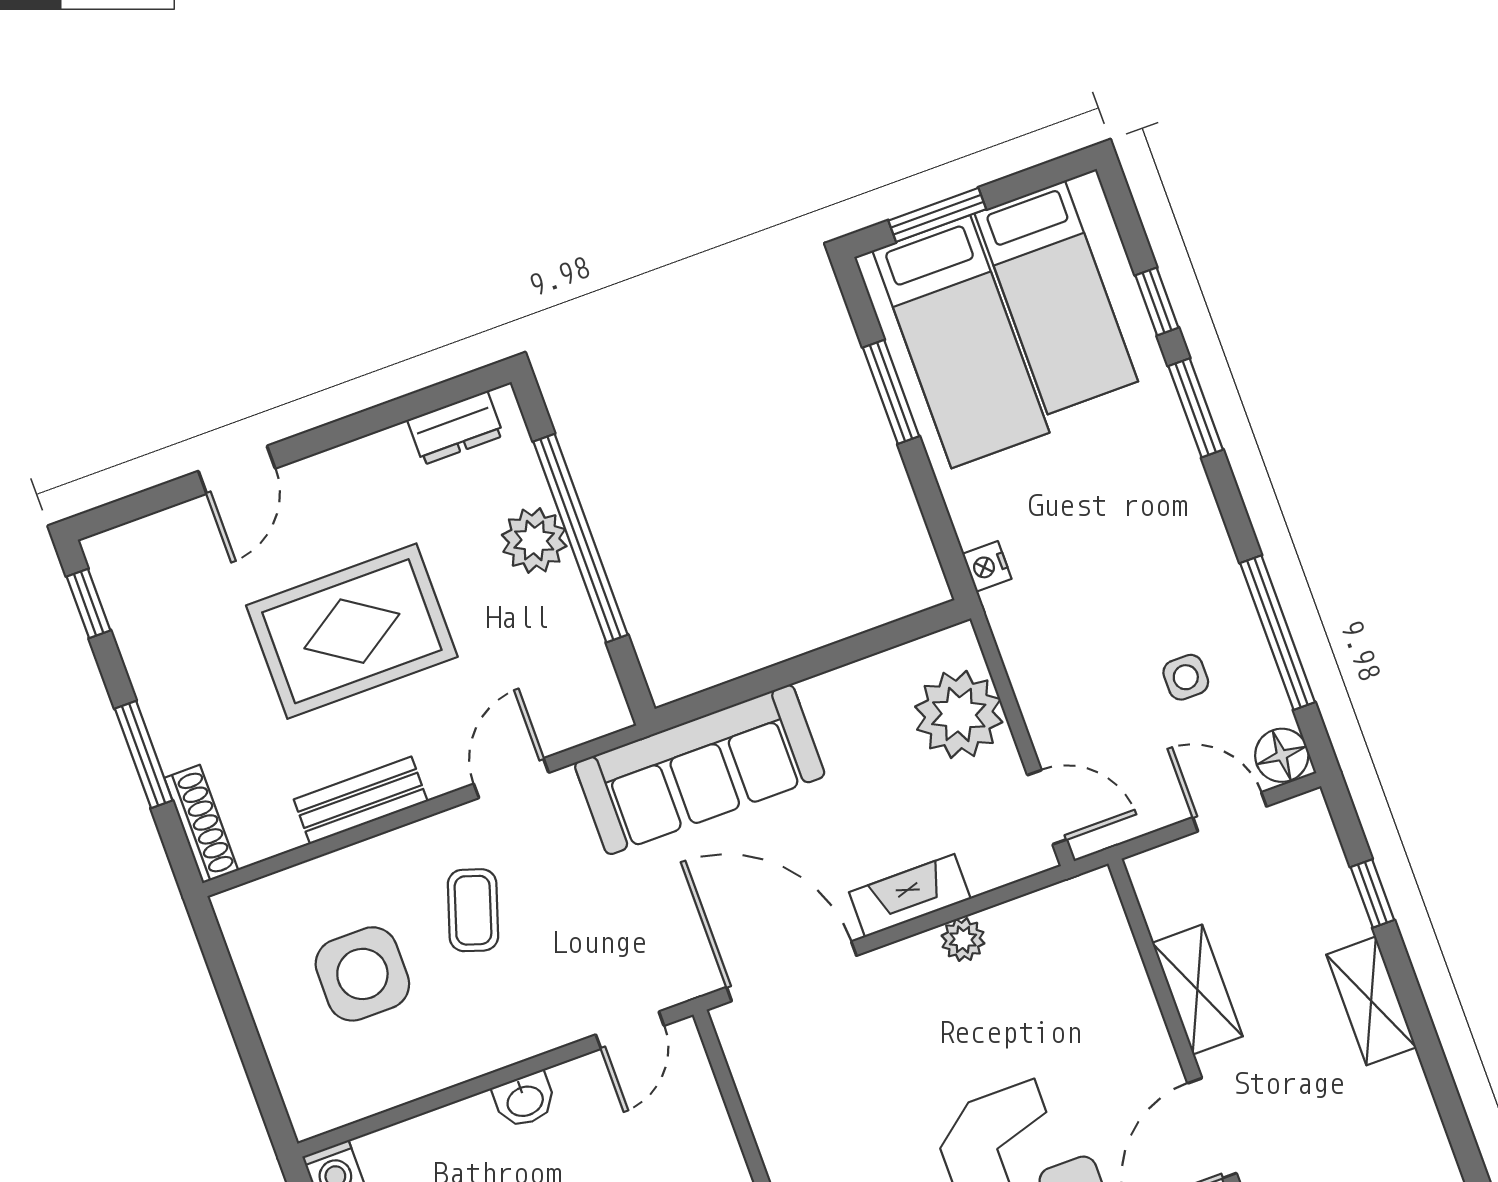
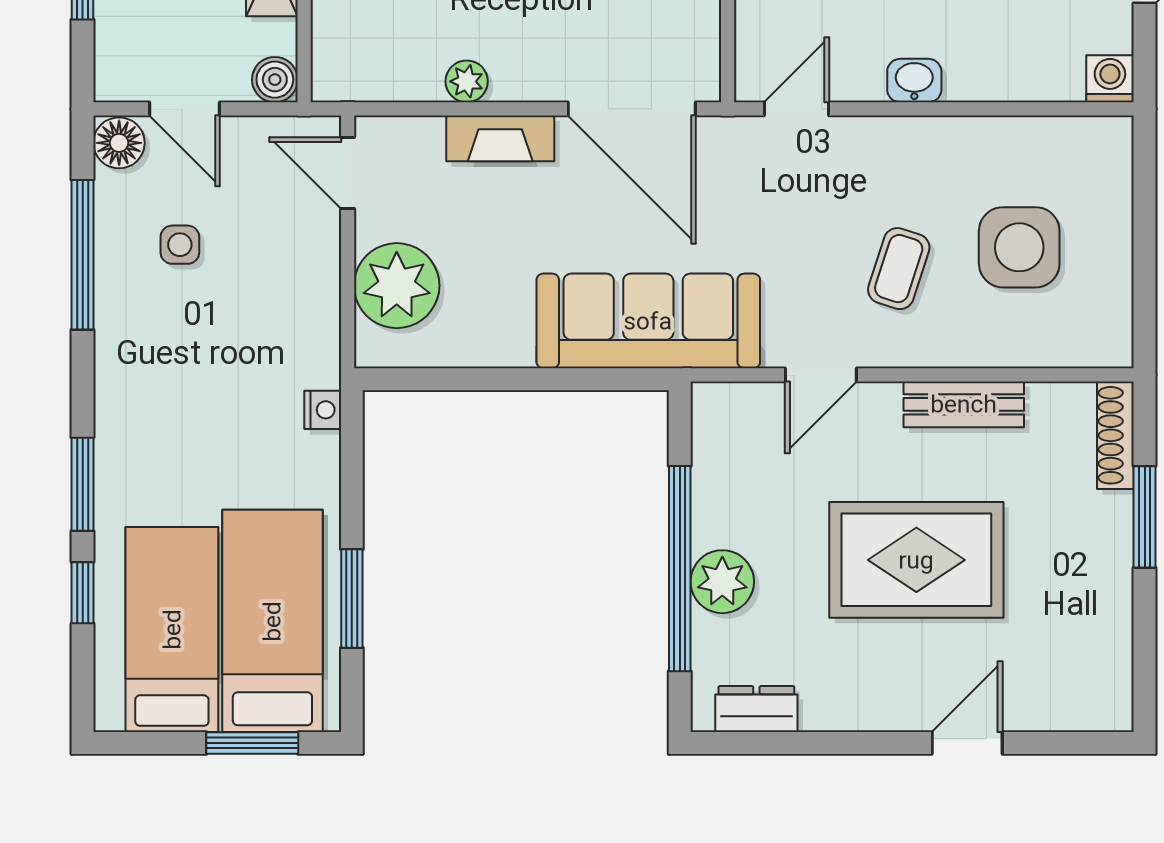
window: (89, 603) -> (1145, 671), removed
boiler: (1152, 873) -> (275, 80), added

